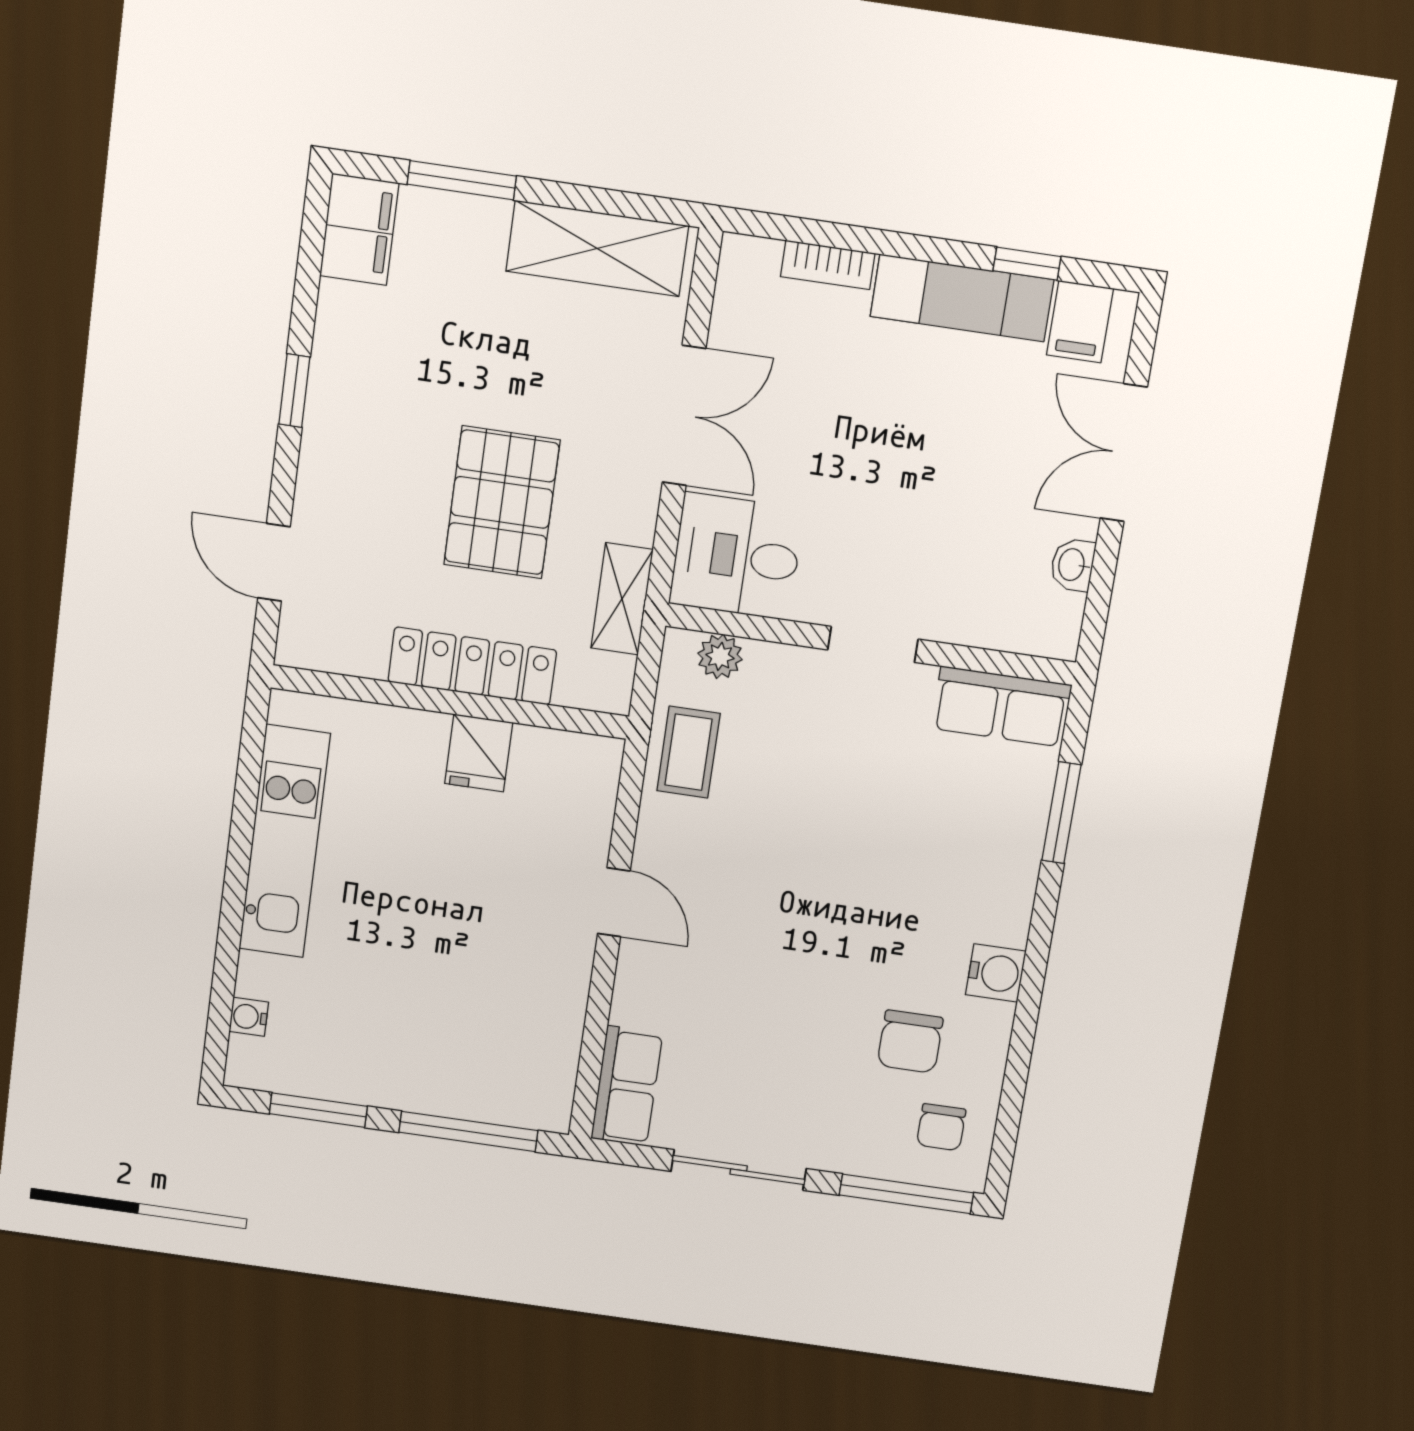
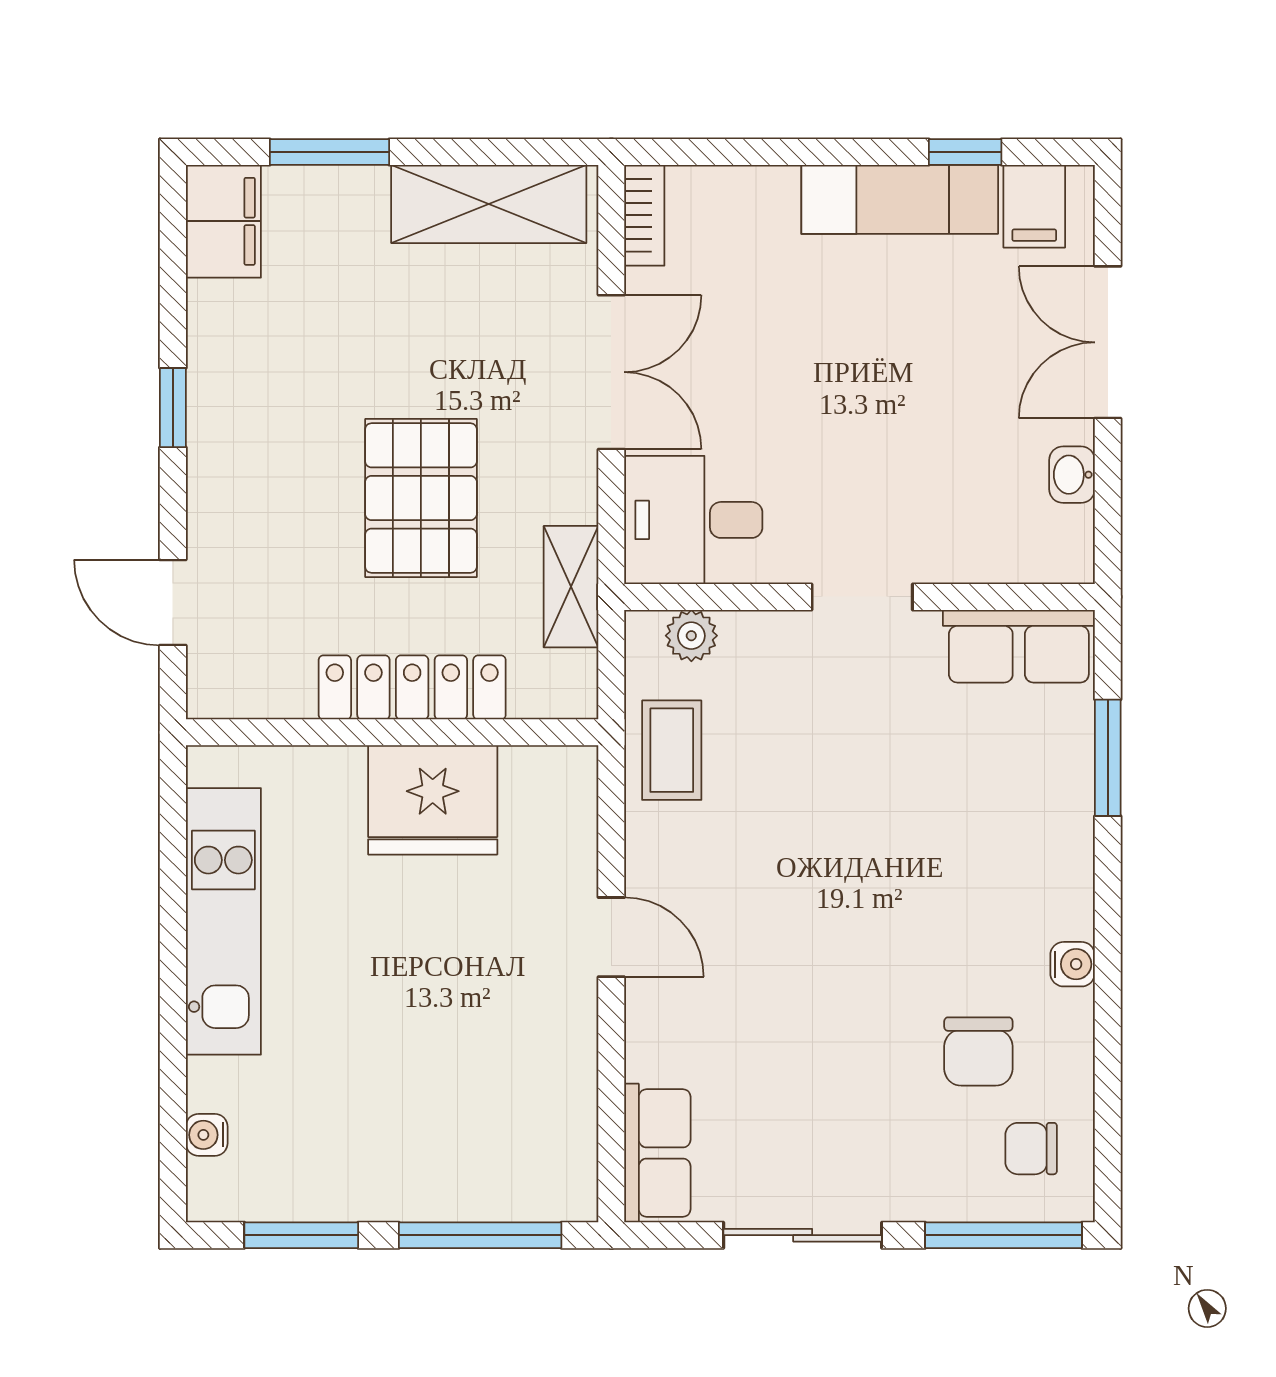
bookcase: (828, 265) -> (644, 215), moved, turned -90
fridge: (479, 753) -> (433, 800), width x1.88, depth x1.34
water cooler: (996, 973) -> (1073, 964), width x0.72, depth x0.72
chair: (941, 1127) -> (1031, 1149), turned 90

